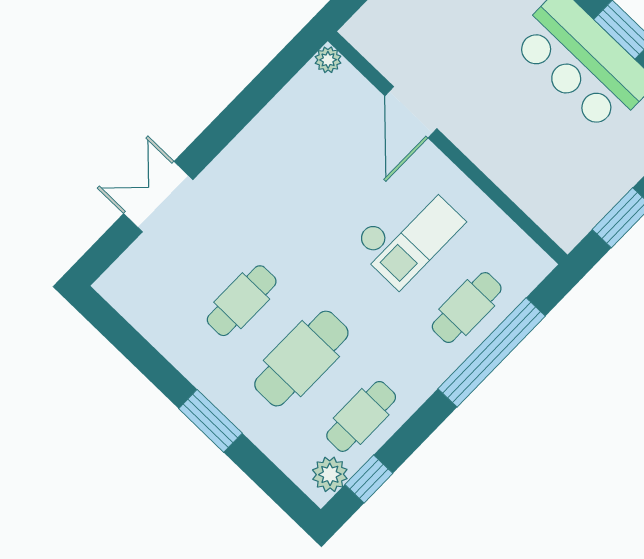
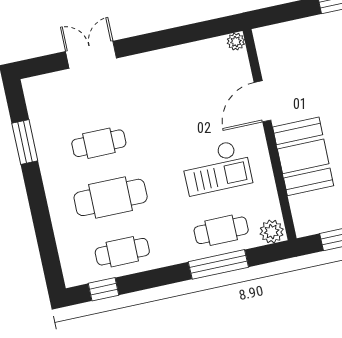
booth: (507, 147) -> (303, 156), added
window: (492, 352) -> (218, 264), width x0.68
window: (210, 421) -> (25, 142), moved
plant: (330, 474) -> (272, 232), moved

